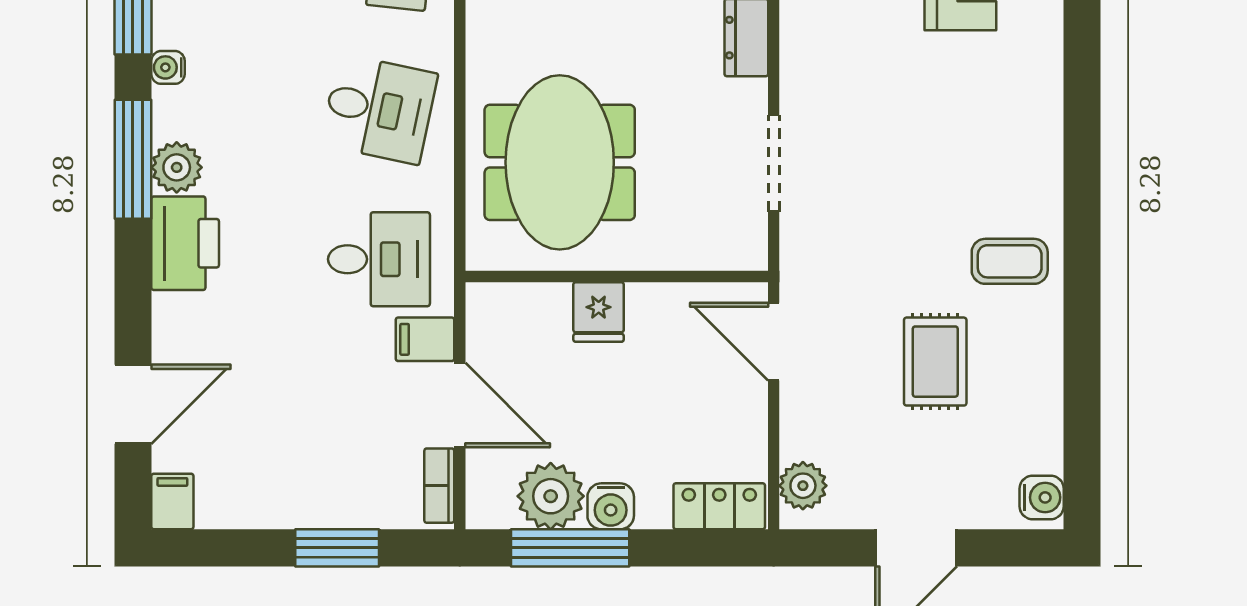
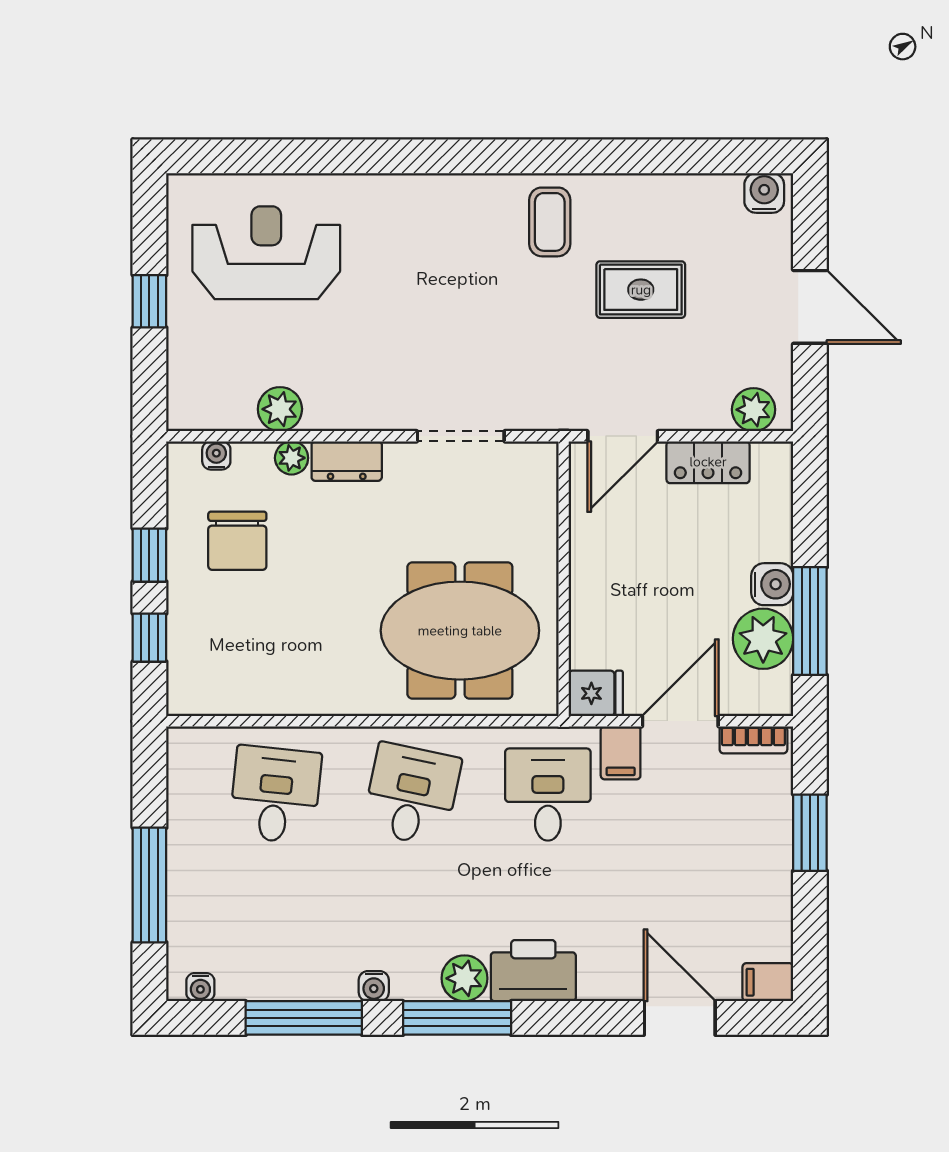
fridge: (599, 312) -> (596, 693), moved
locker: (719, 506) -> (708, 462), moved, turned -90

